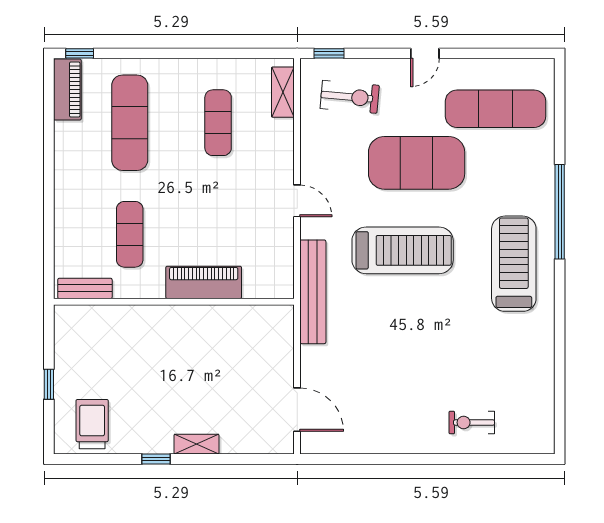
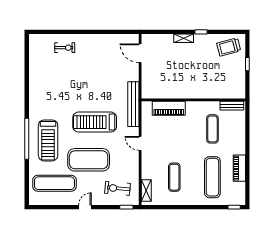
piano: (67, 90) -> (239, 168), moved
treadmill: (514, 264) -> (48, 140), moved
piano: (204, 282) -> (169, 108), moved
trolley: (92, 424) -> (229, 47), turned 75

